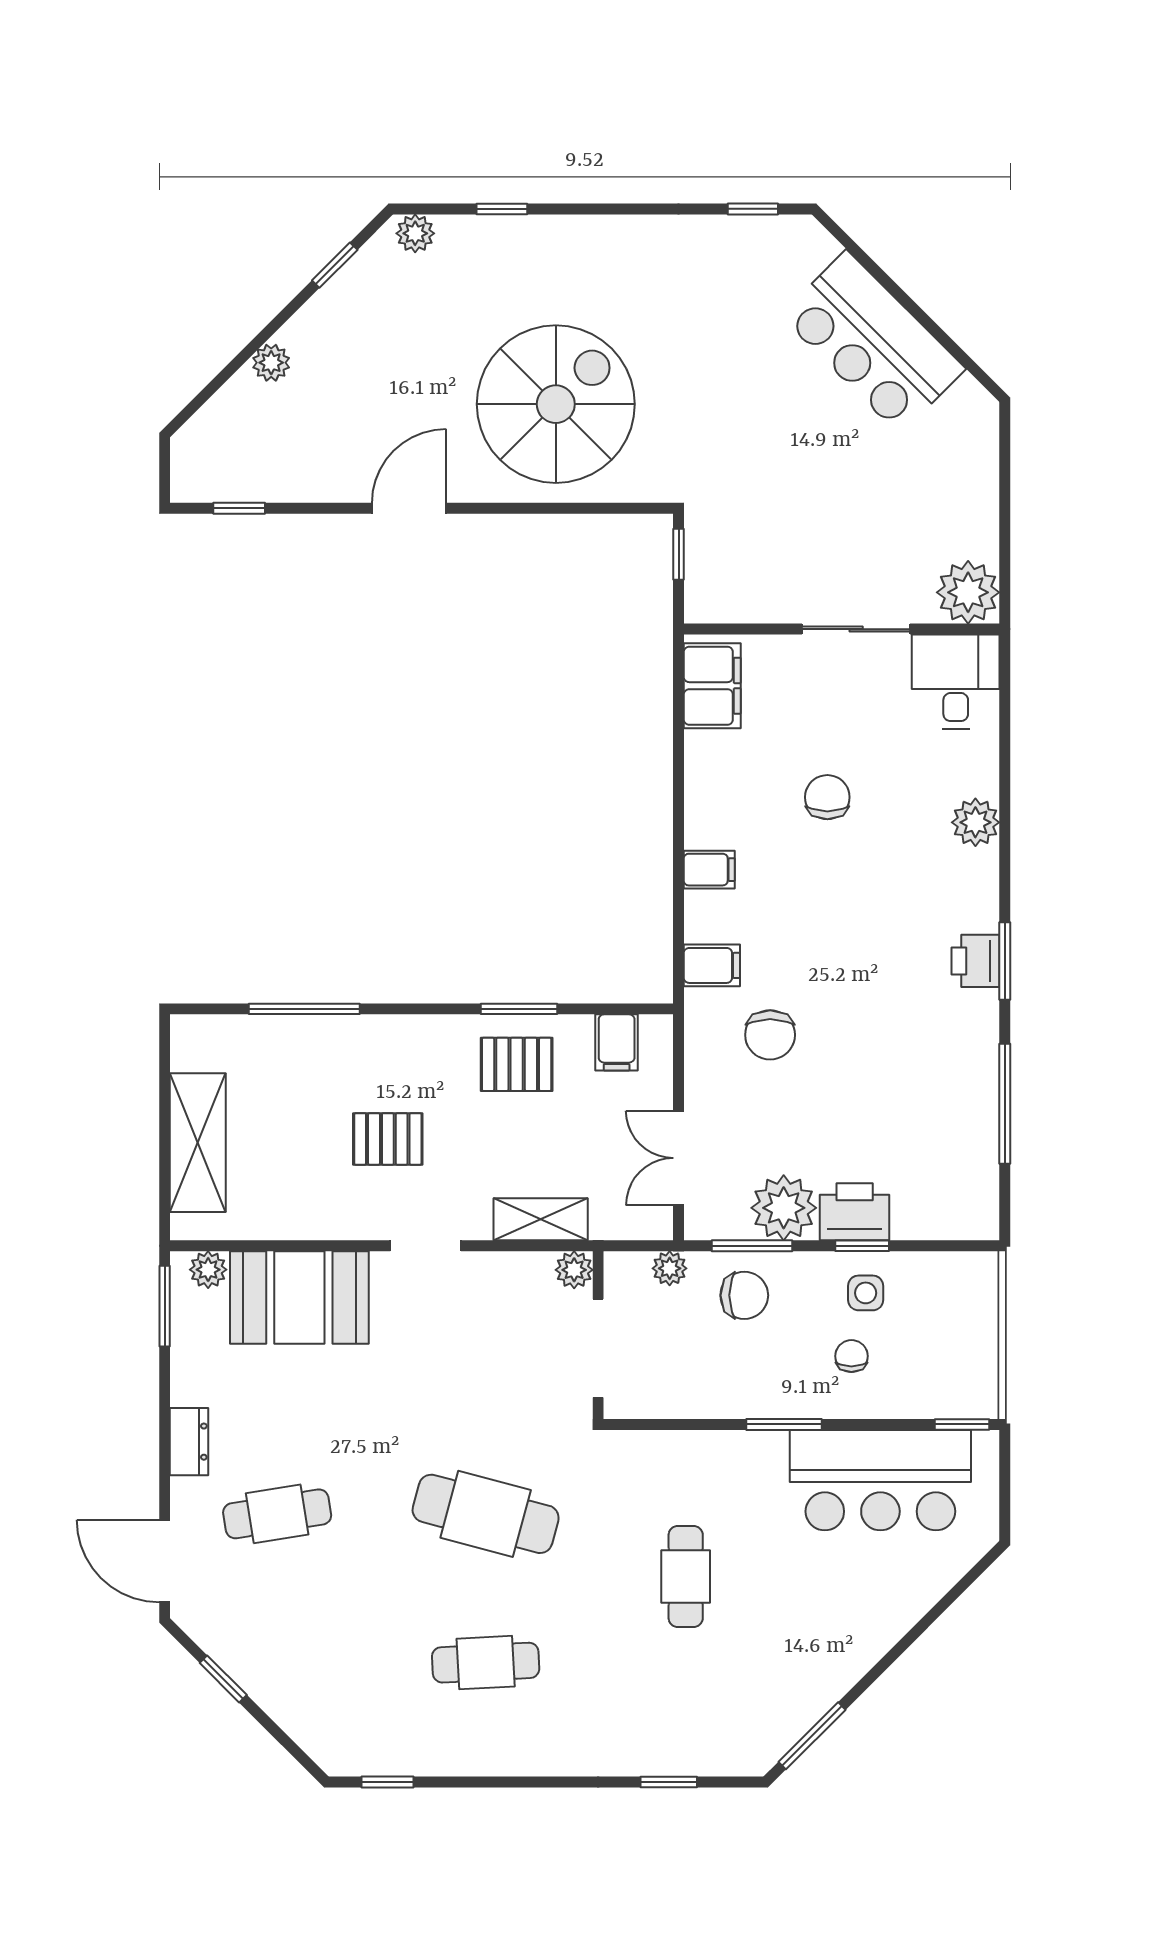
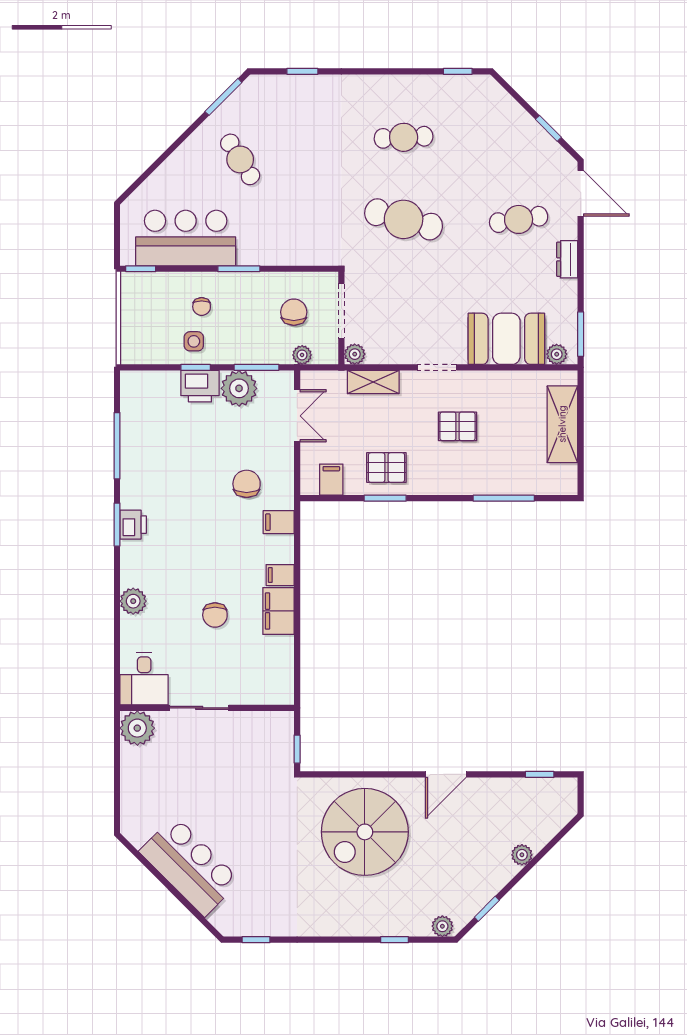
filing cabinet: (712, 686) -> (278, 611), moved
chair: (744, 1295) -> (294, 312), moved, turned 90
cafe table: (686, 1576) -> (240, 159), moved, turned -32

